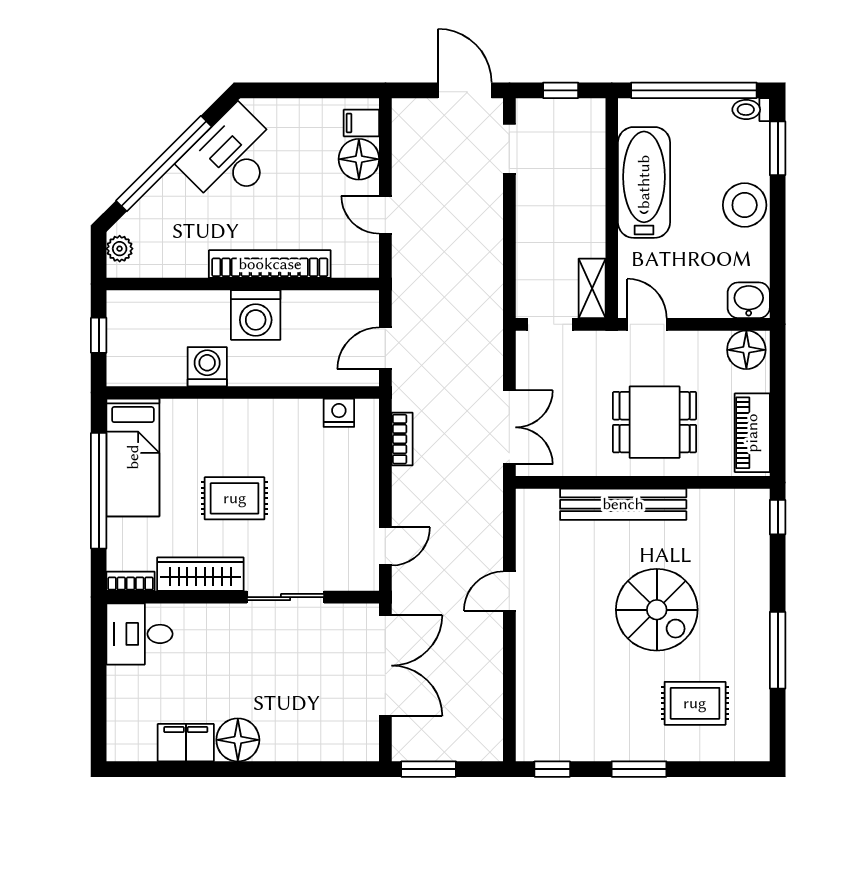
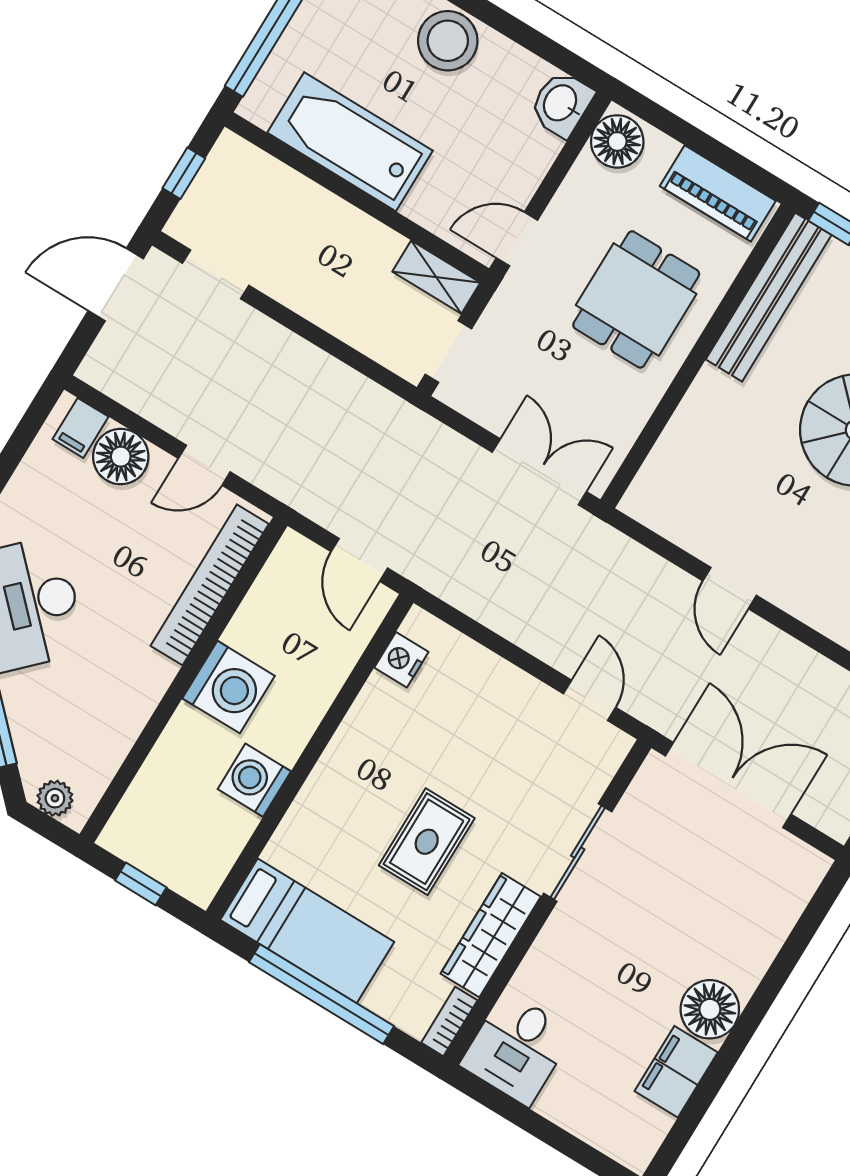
bookcase: (270, 264) -> (210, 585), moved
bookcase: (402, 439) -> (477, 605), removed
bench: (623, 504) -> (769, 297), moved

